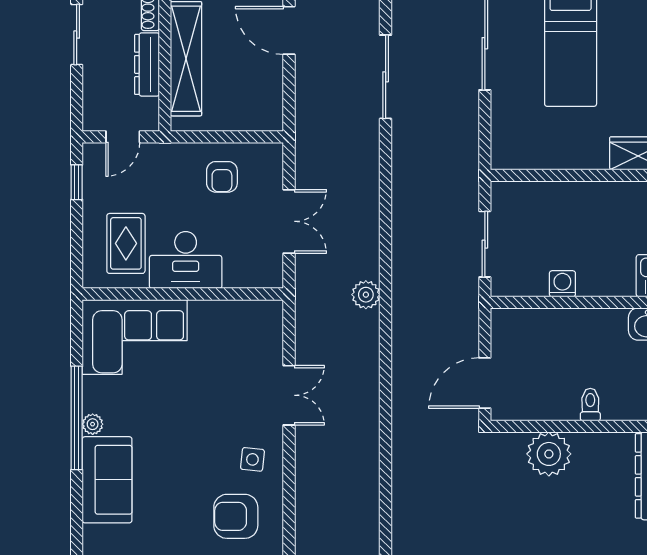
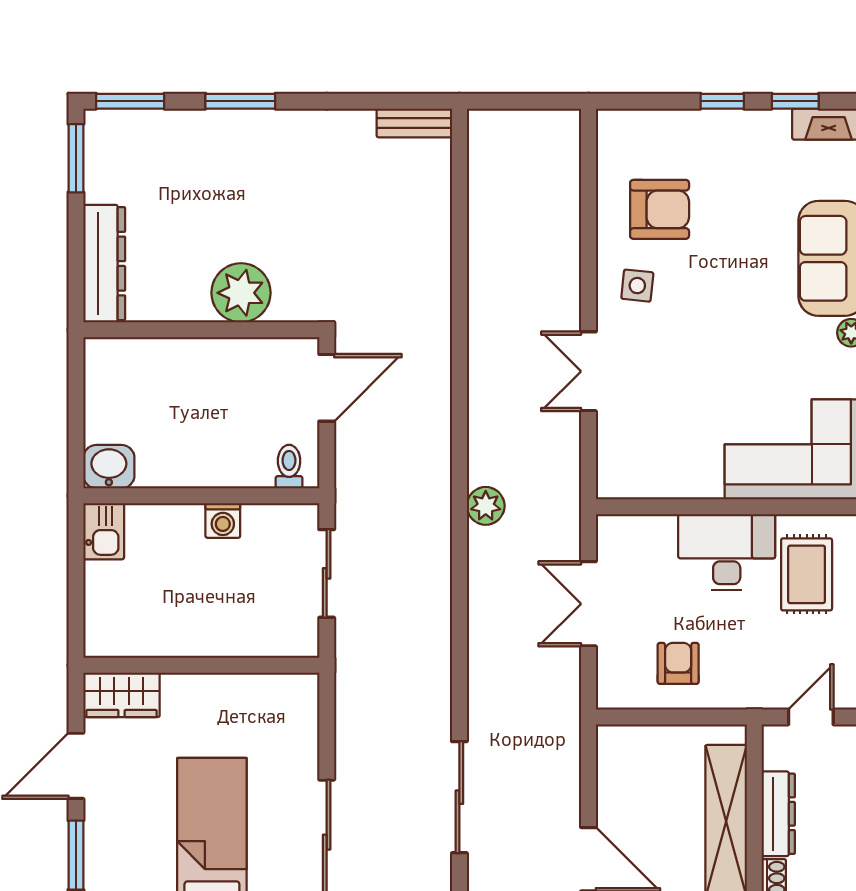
toilet: (590, 405) -> (289, 467), moved, turned 180

